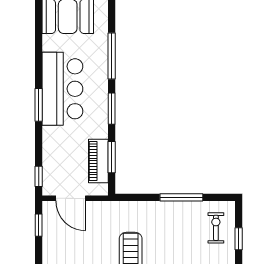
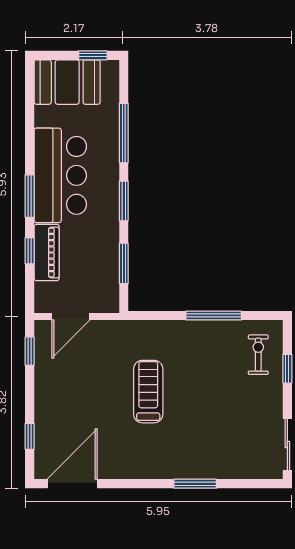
piano: (98, 161) -> (47, 253), moved, turned 180
window: (39, 176) -> (30, 251), moved
door: (71, 198) -> (71, 317), hinge flipped

